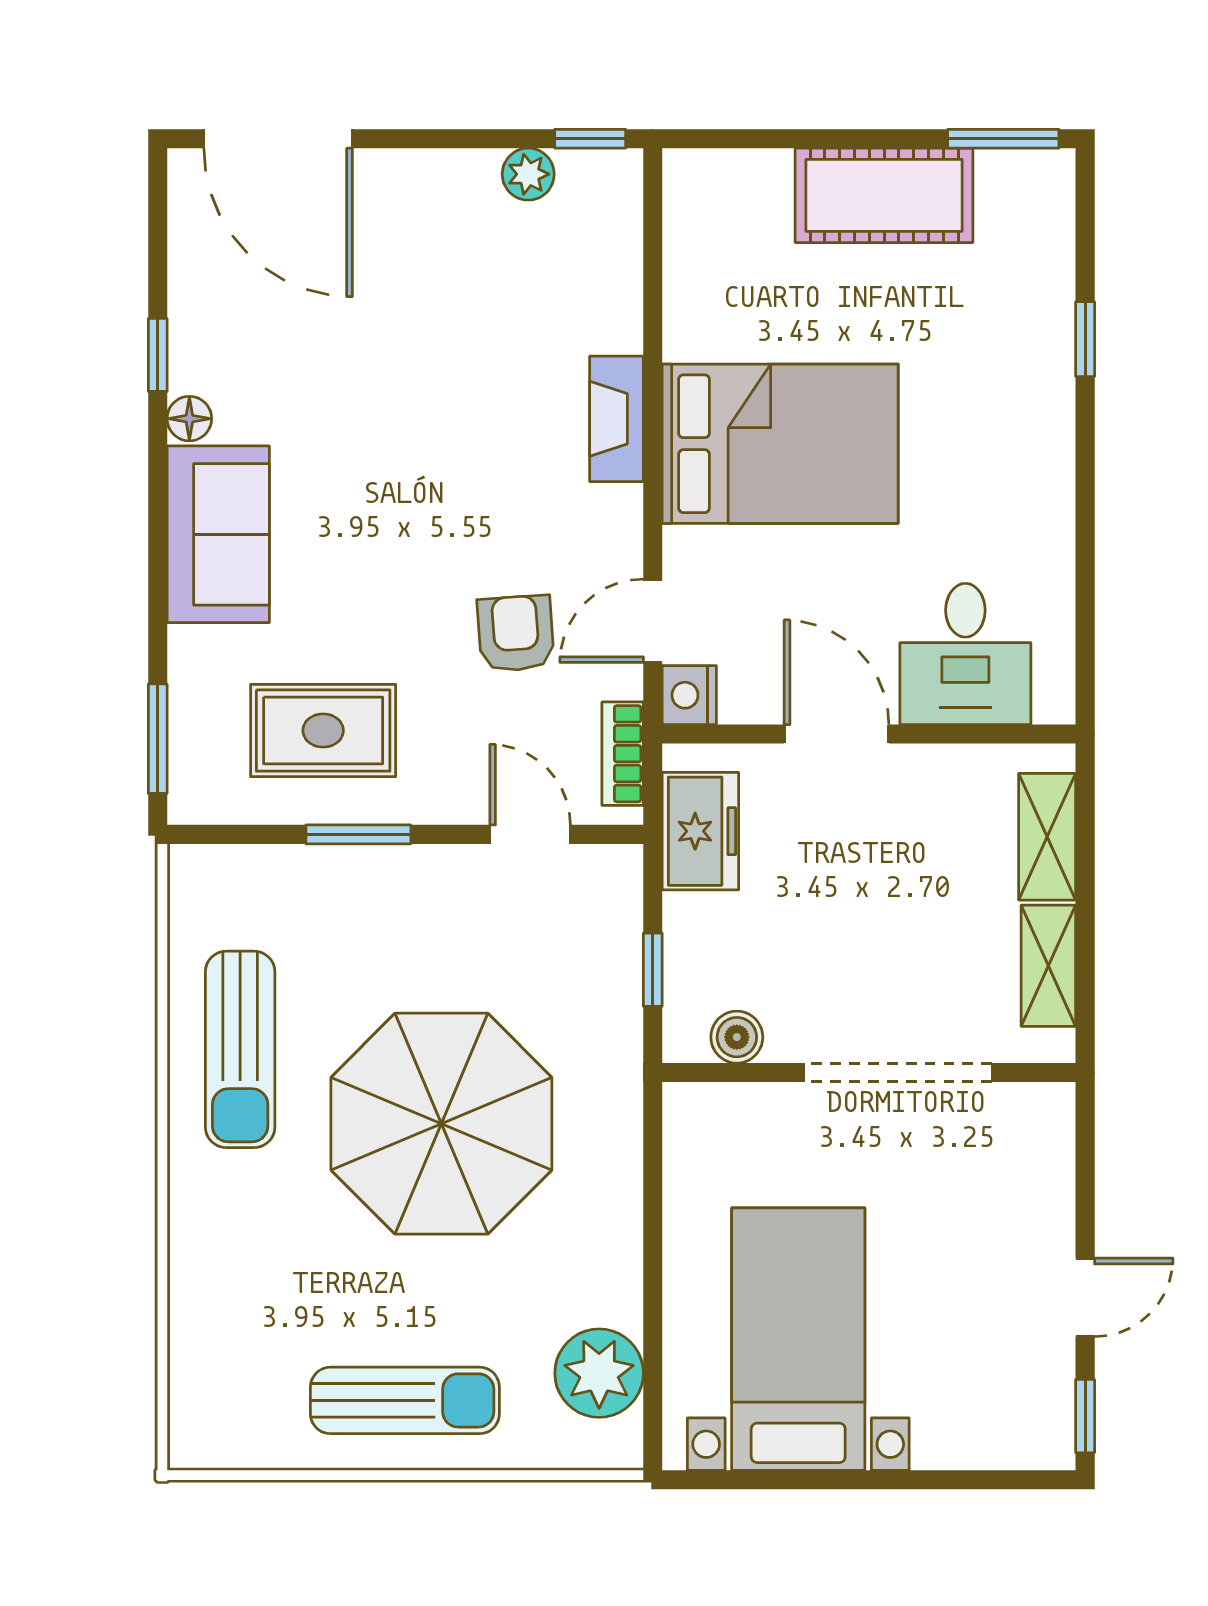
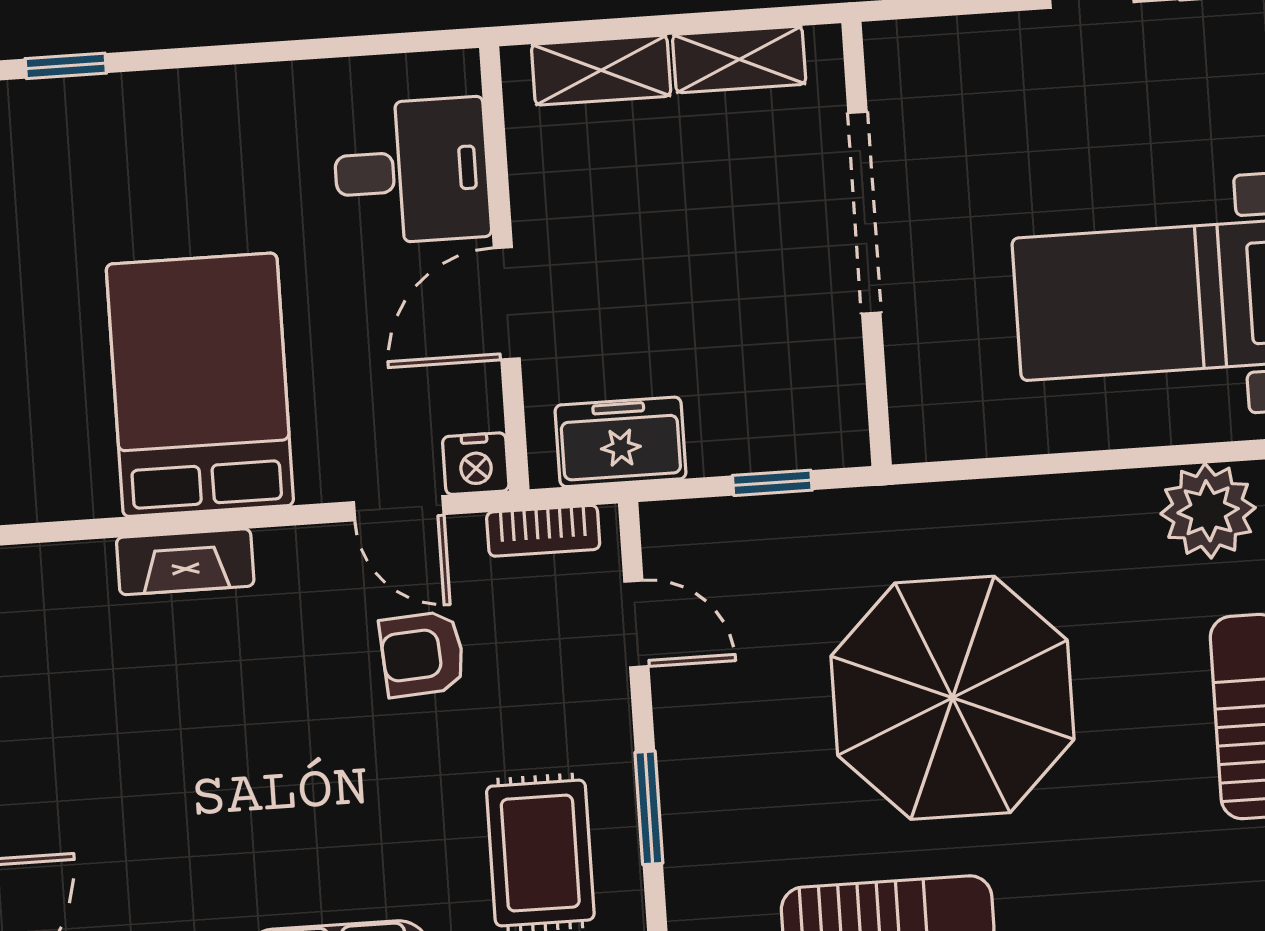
door: (530, 834) -> (636, 624), swing flipped
boiler: (737, 1037) -> (838, 388), removed

